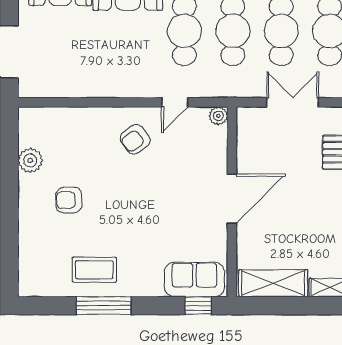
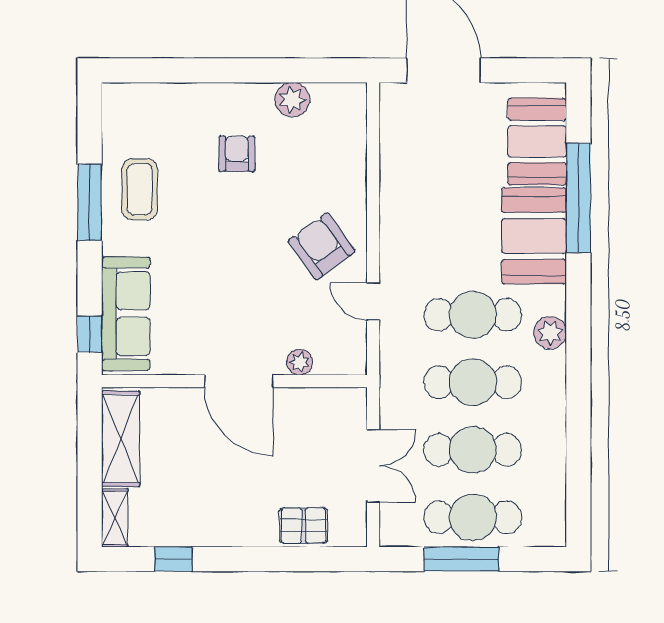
plant: (218, 116) -> (300, 362), moved
armchair: (135, 139) -> (322, 246), width x1.38, depth x1.38
sofa: (194, 280) -> (126, 314), width x1.36

